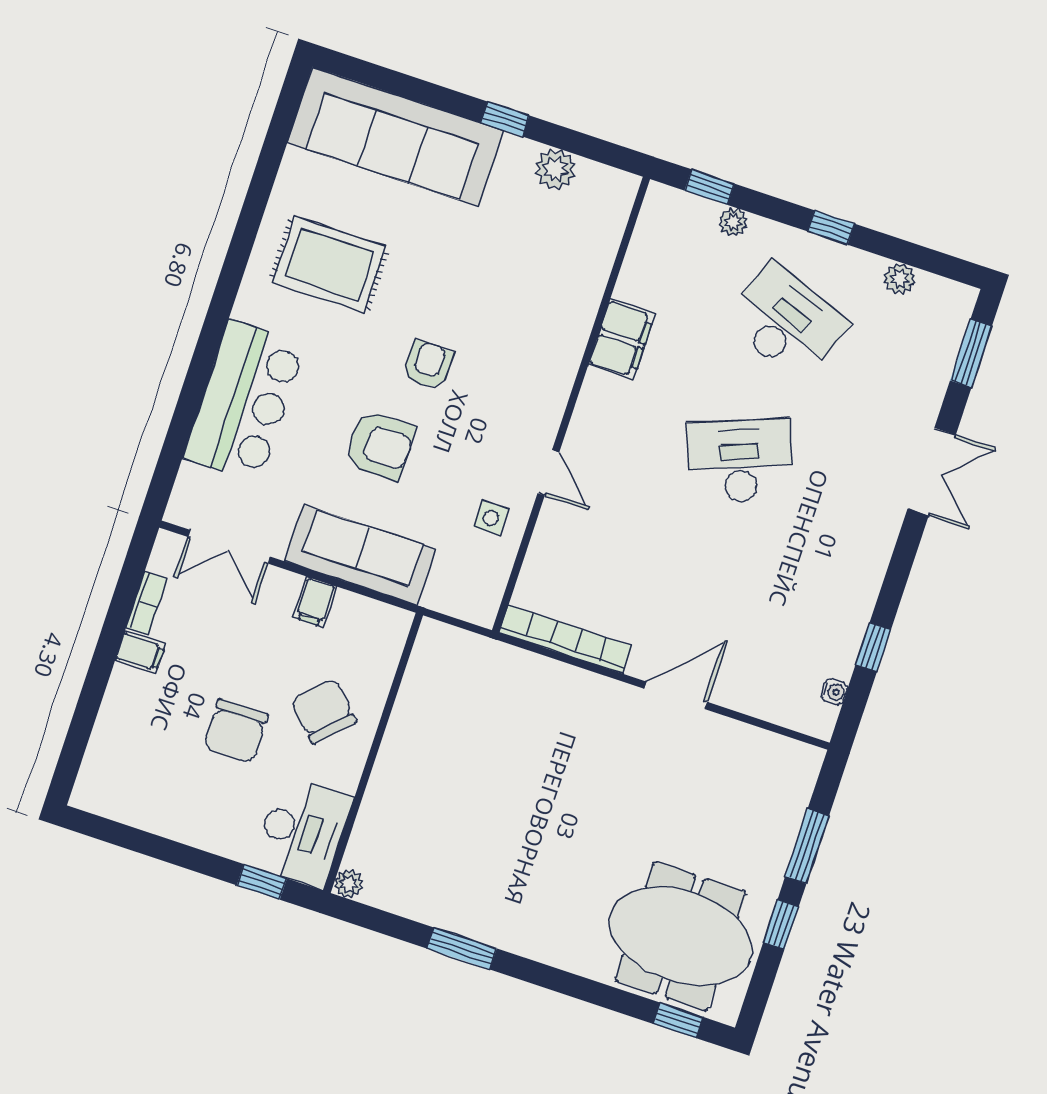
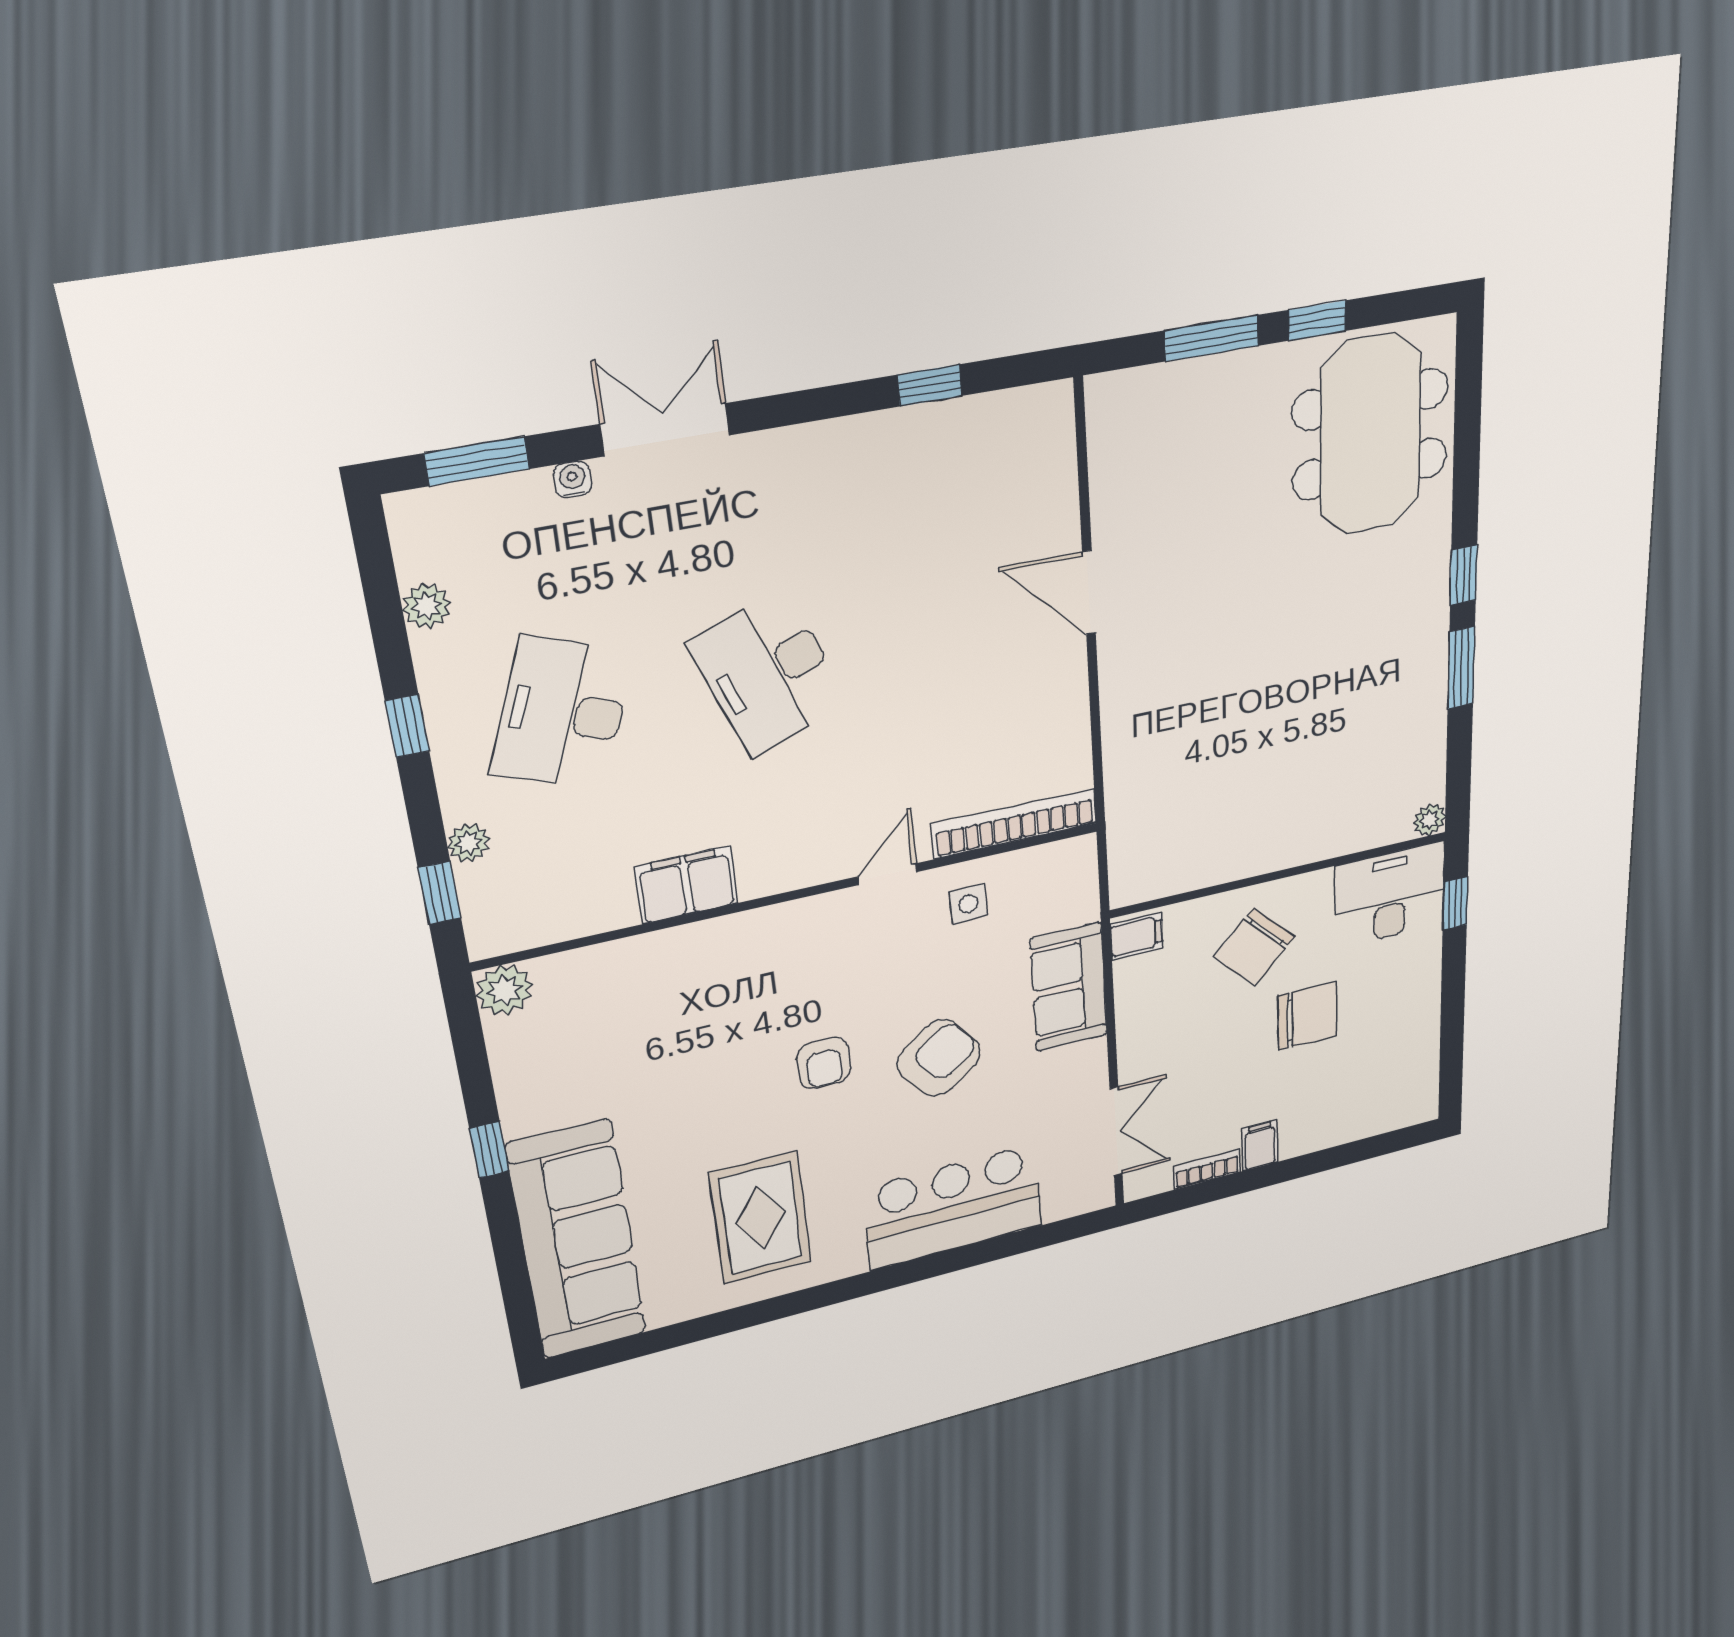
plant: (555, 169) -> (505, 990), moved
armchair: (428, 365) -> (824, 1063), turned -91
armchair: (380, 445) -> (939, 1058), turned 52
sofa: (360, 555) -> (1069, 987), width x0.73
filing cabinet: (315, 602) -> (1137, 936), moved
bookcase: (566, 639) -> (1015, 824), moved, turned 90
water cooler: (834, 692) -> (572, 479), moved
window: (678, 1020) -> (1464, 575), moved

